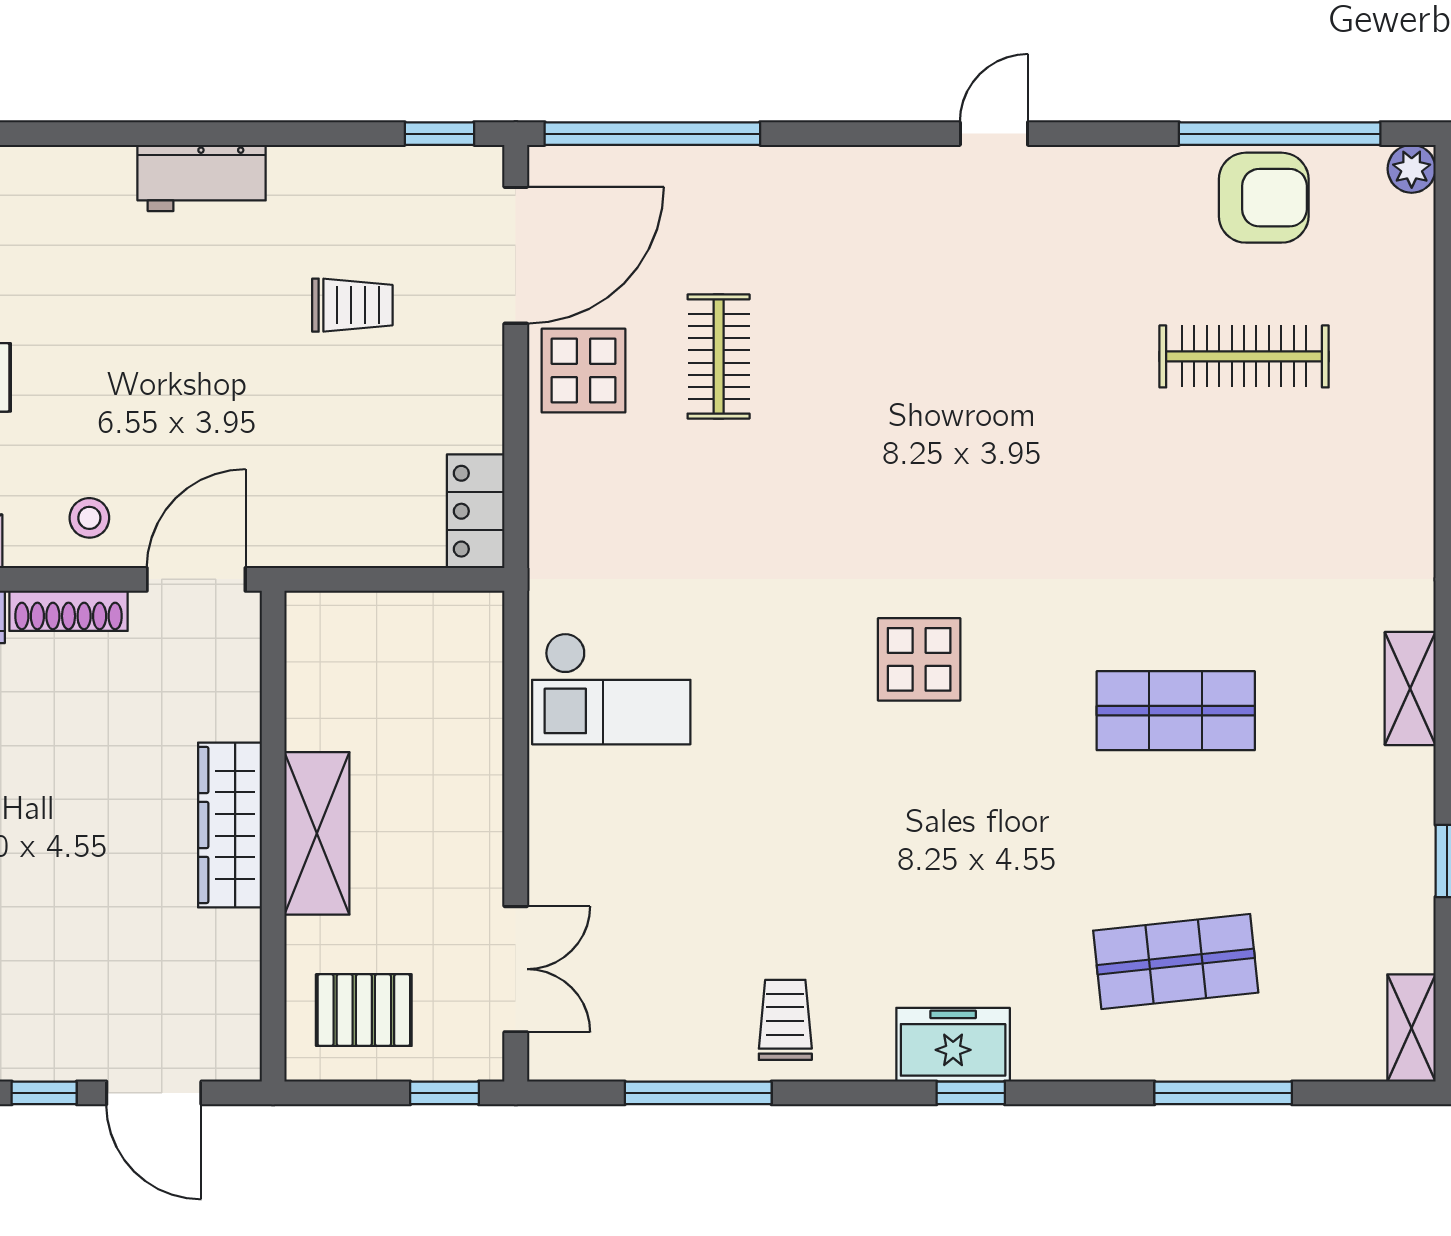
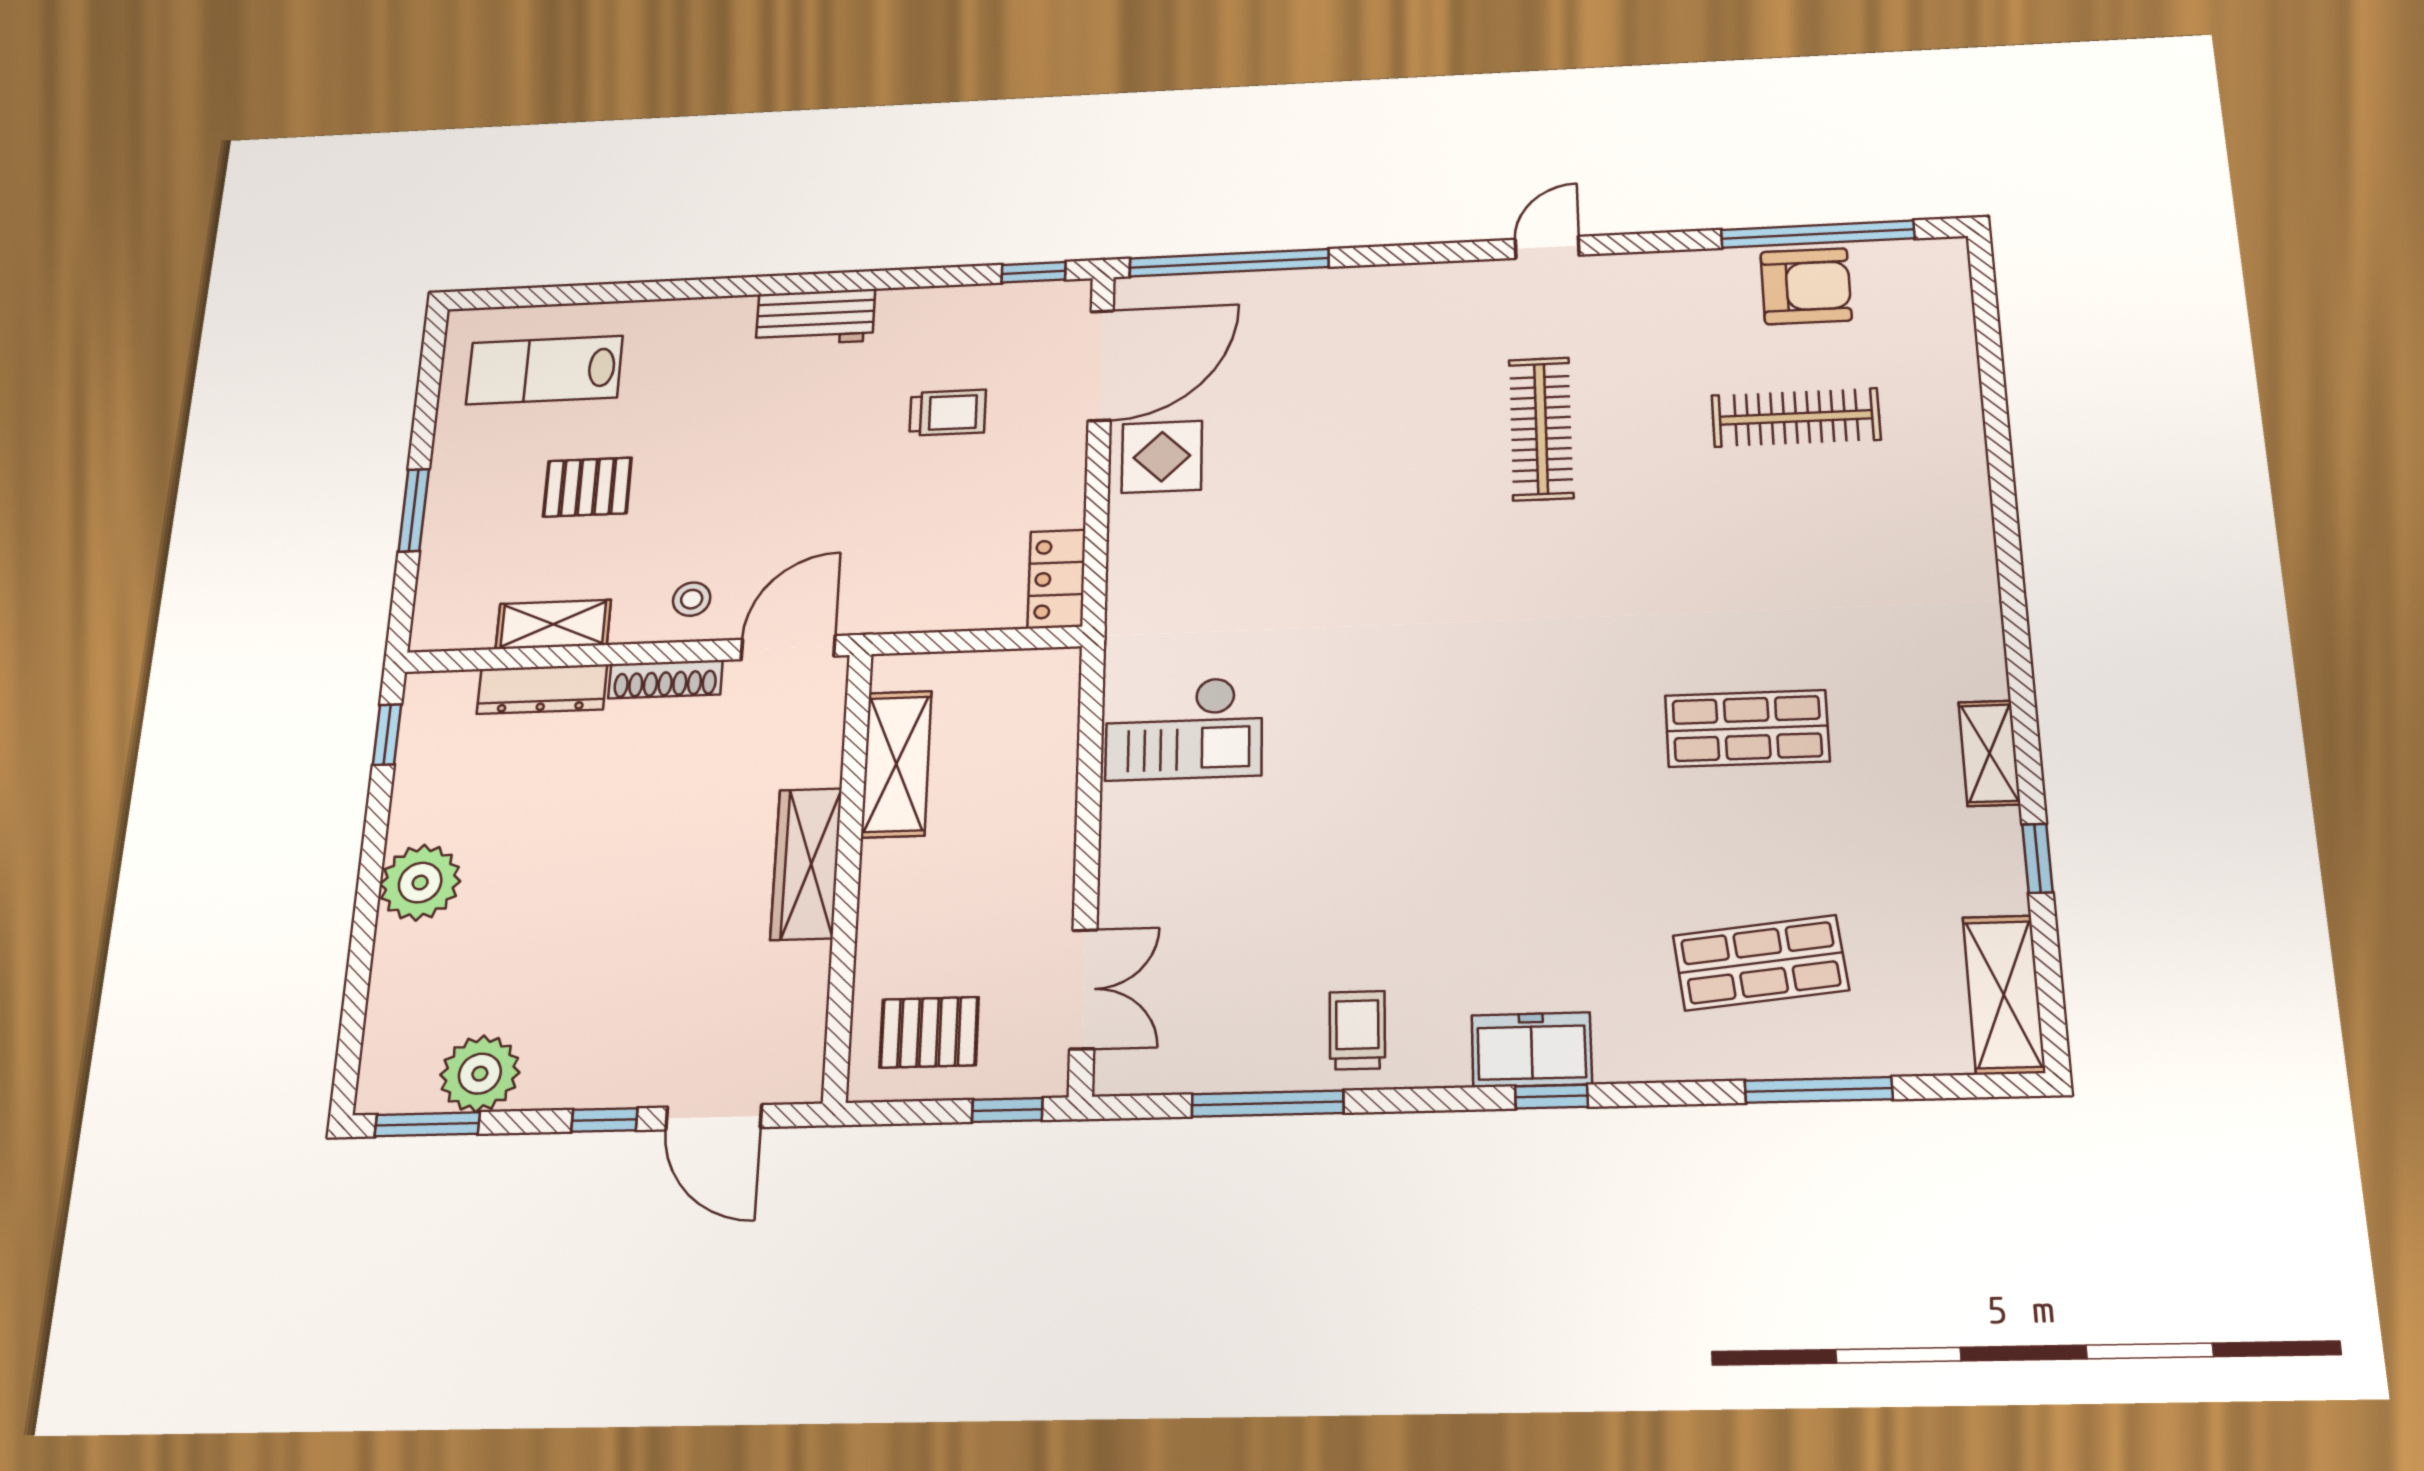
plant: (1412, 169) -> (1947, 256), removed
clothes rail: (719, 356) -> (1541, 429), moved, width x1.36
display table: (919, 659) -> (1488, 692), removed
shelving: (1410, 689) -> (1989, 753), moved
shelving: (317, 833) -> (896, 764), moved
shelving: (1411, 1028) -> (2004, 994), width x1.50, depth x1.33

